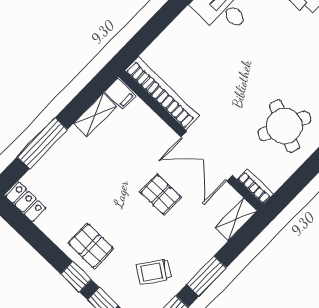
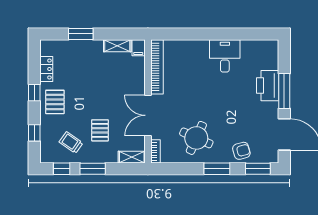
window: (42, 143) -> (81, 34), width x0.69
pallet: (160, 195) -> (100, 130), moved
locker: (26, 202) -> (46, 69), moved
window: (76, 277) -> (34, 93), moved

